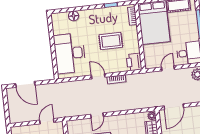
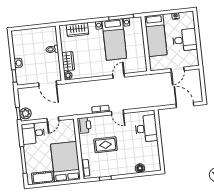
desk: (70, 53) -> (146, 129), width x0.73, depth x0.77
door: (174, 107) -> (48, 84), swing flipped
door: (47, 121) -> (177, 70), moved

